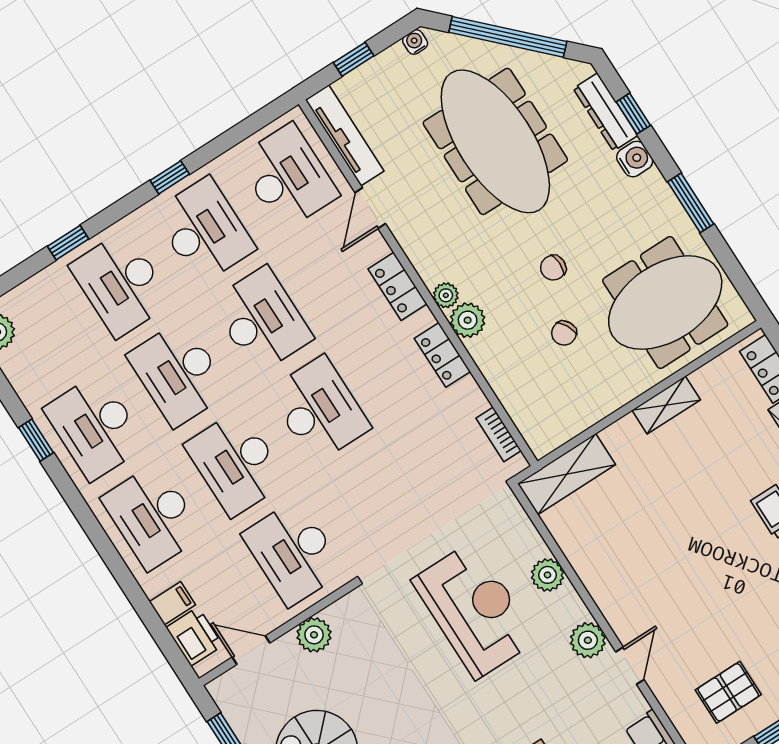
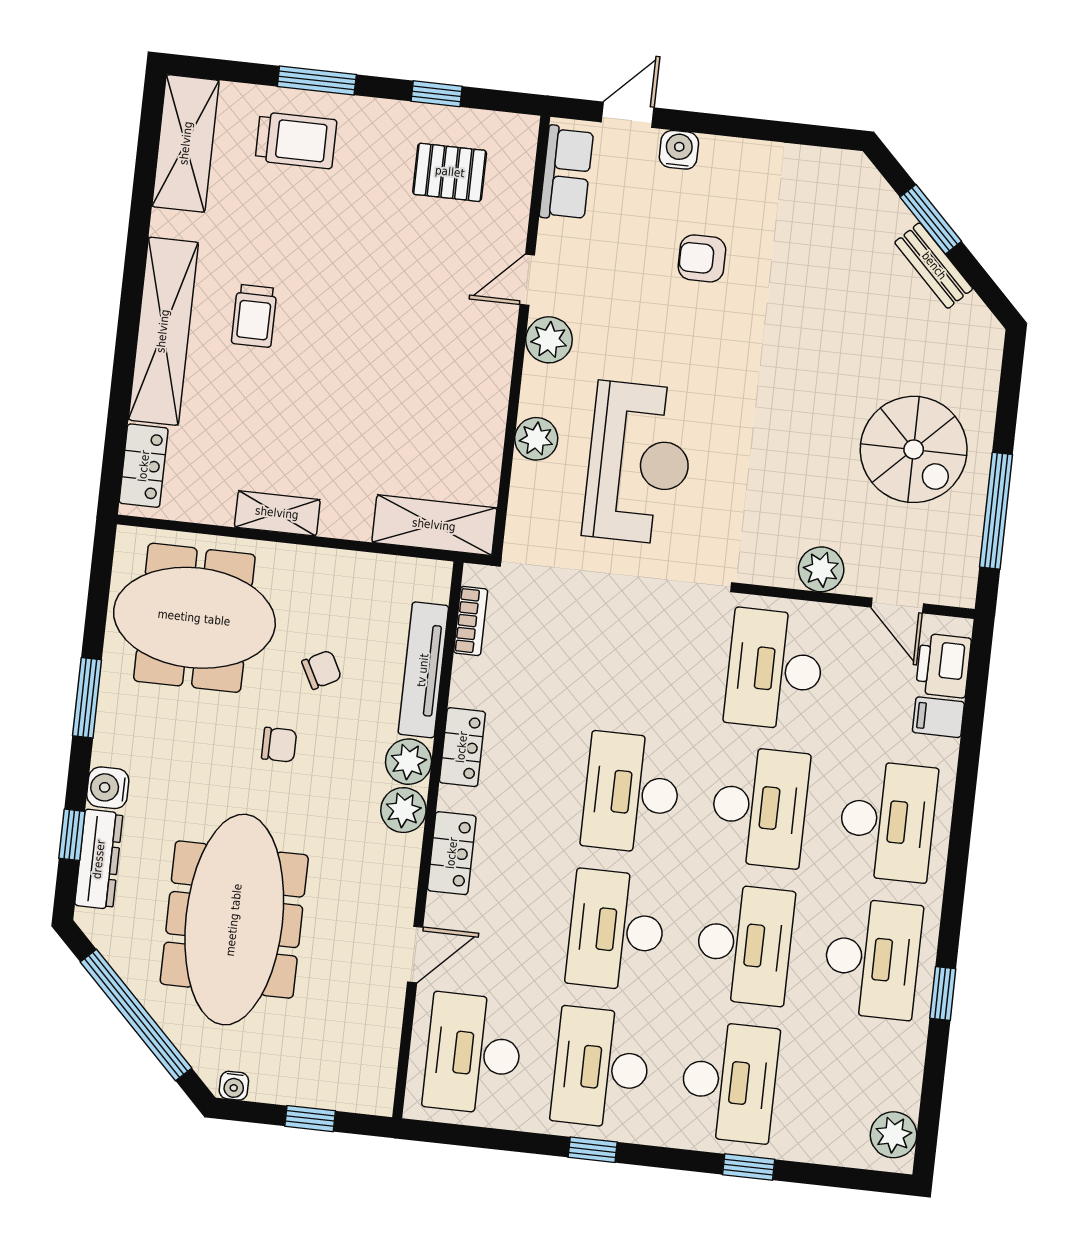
tv unit: (345, 135) -> (423, 670), moved
plant: (446, 295) -> (403, 810), width x1.38, depth x1.38
desk: (293, 553) -> (775, 669), turned 180
reception desk: (474, 610) -> (639, 463), turned 180

